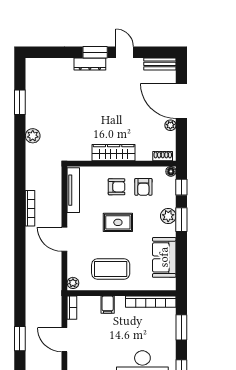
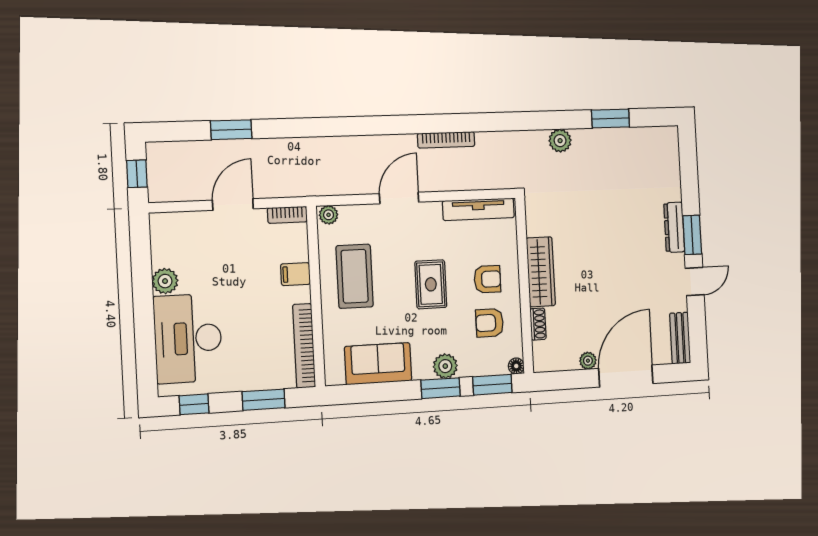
shoe rack: (163, 156) -> (538, 324), moved
armchair: (117, 187) -> (487, 279), turned -90
window: (181, 187) -> (492, 385), width x1.50

